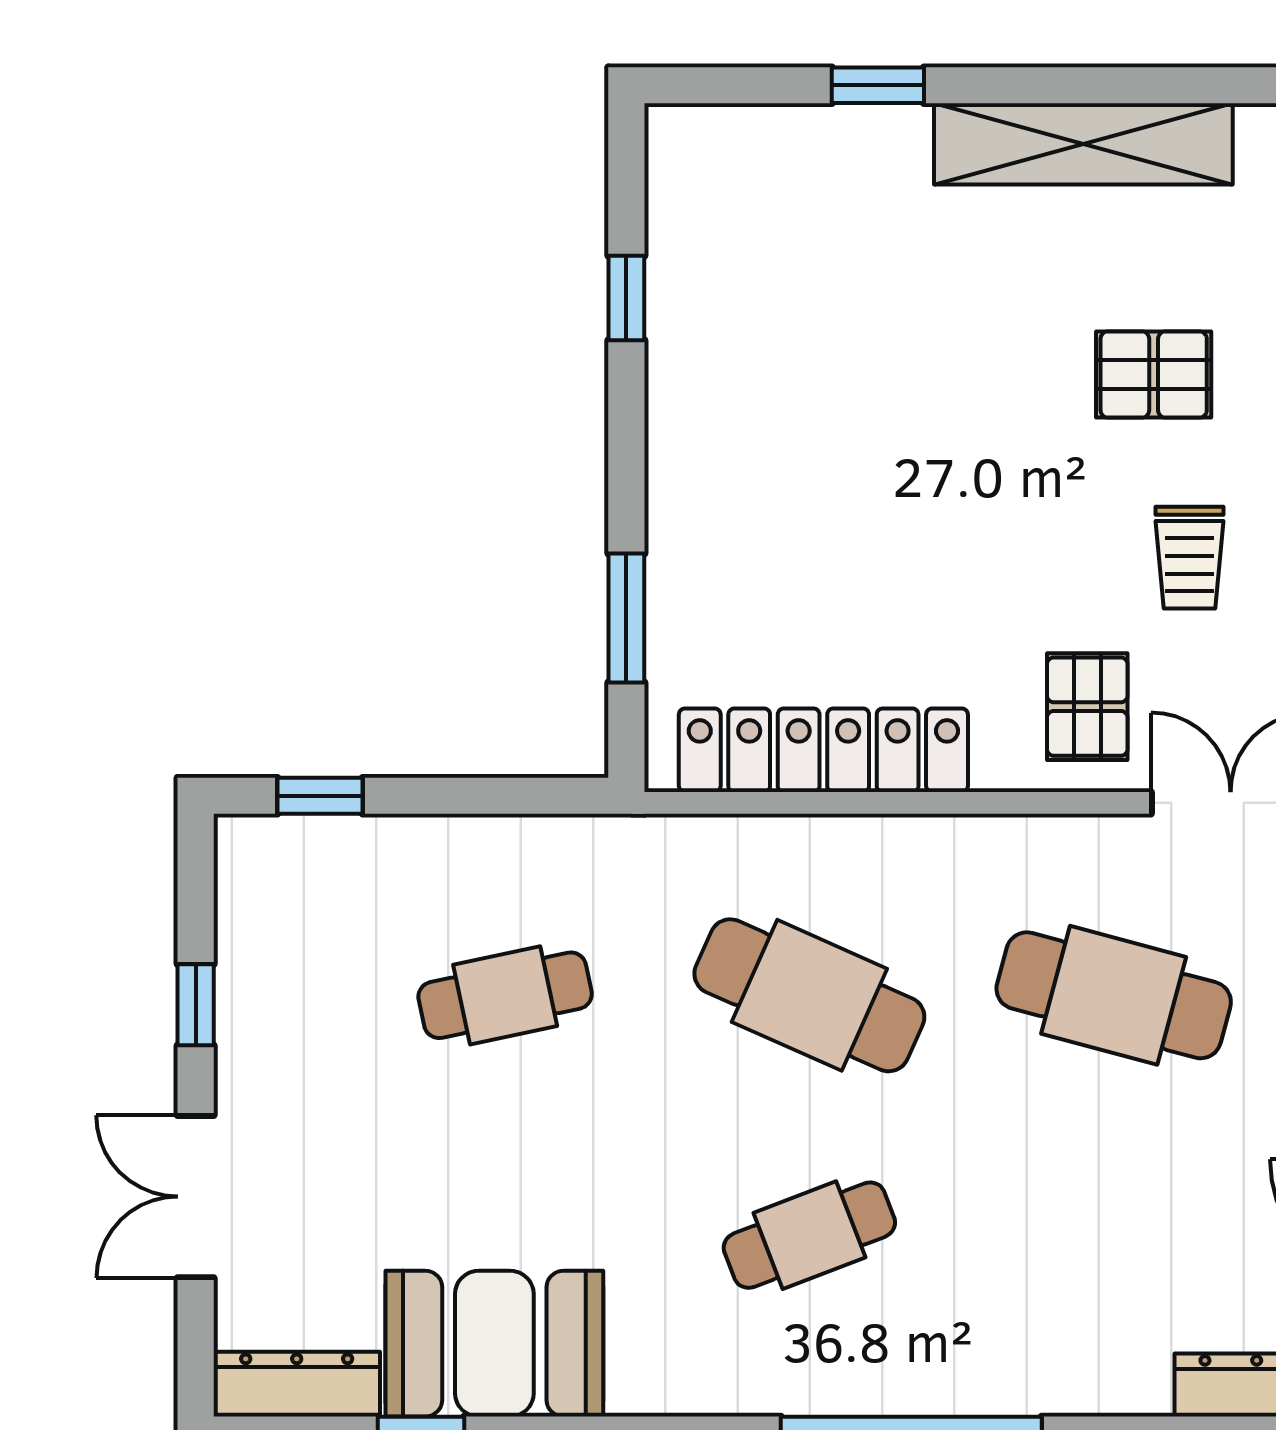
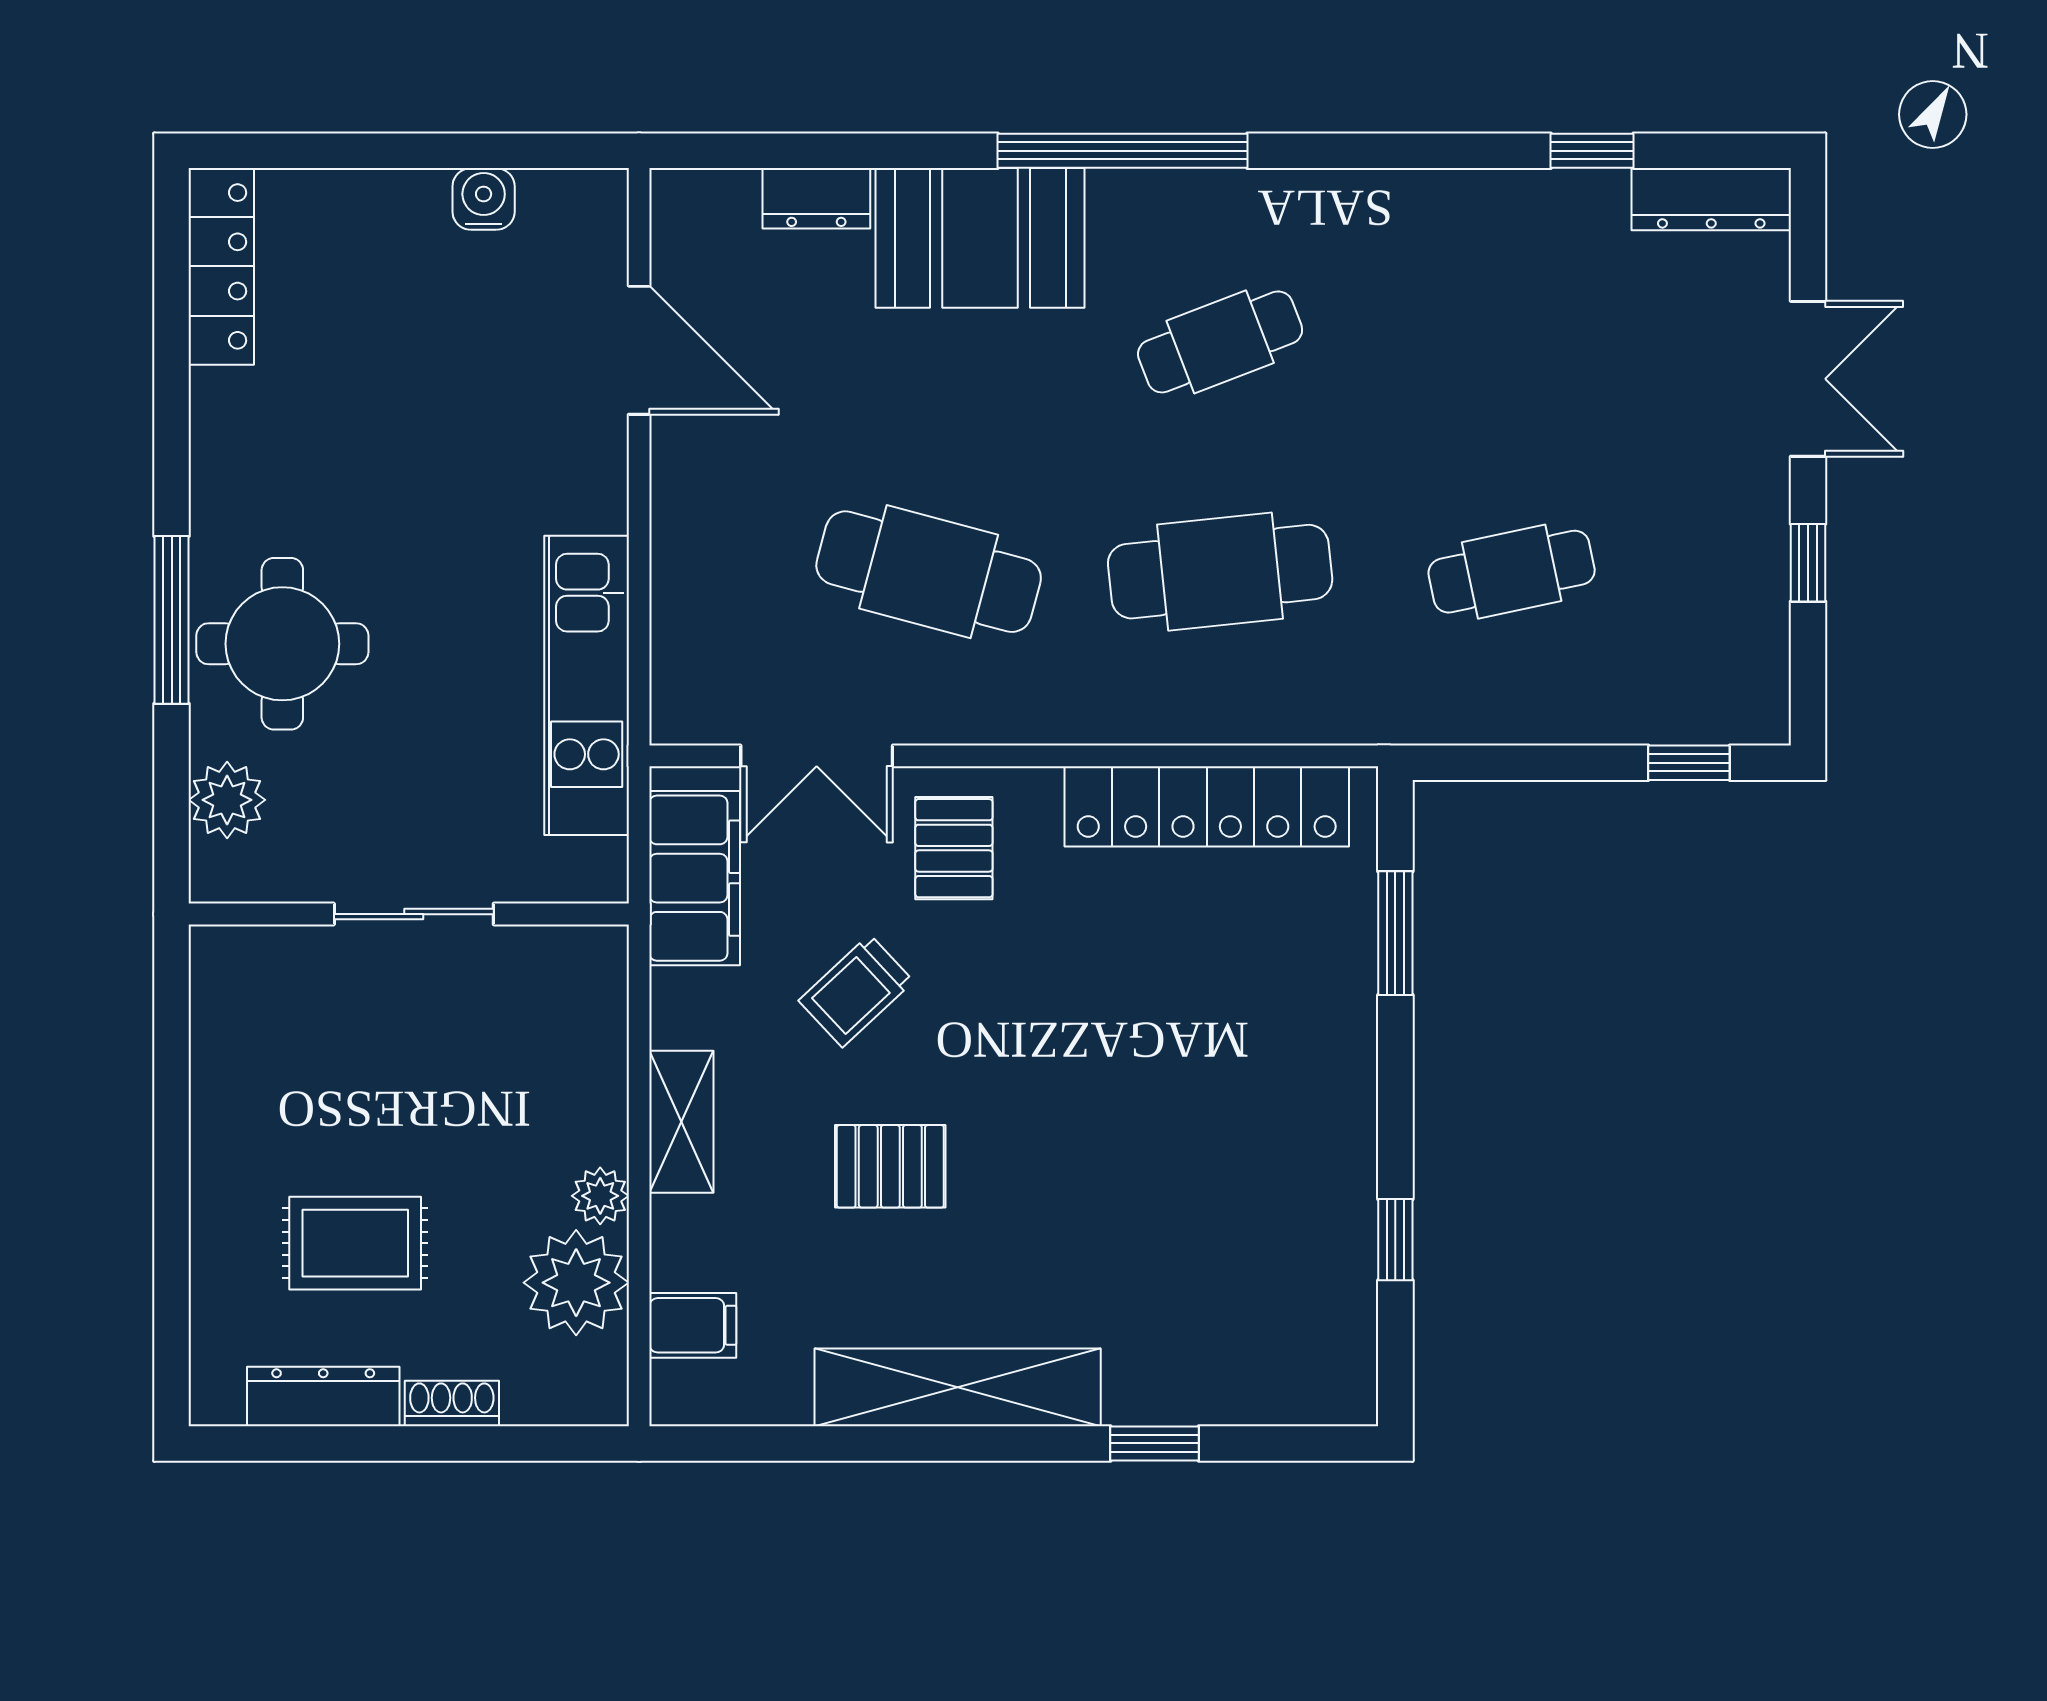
trolley: (1190, 558) -> (856, 991), turned -133
cafe table: (809, 995) -> (1220, 572), turned -30
booth: (494, 1344) -> (980, 238), moved

